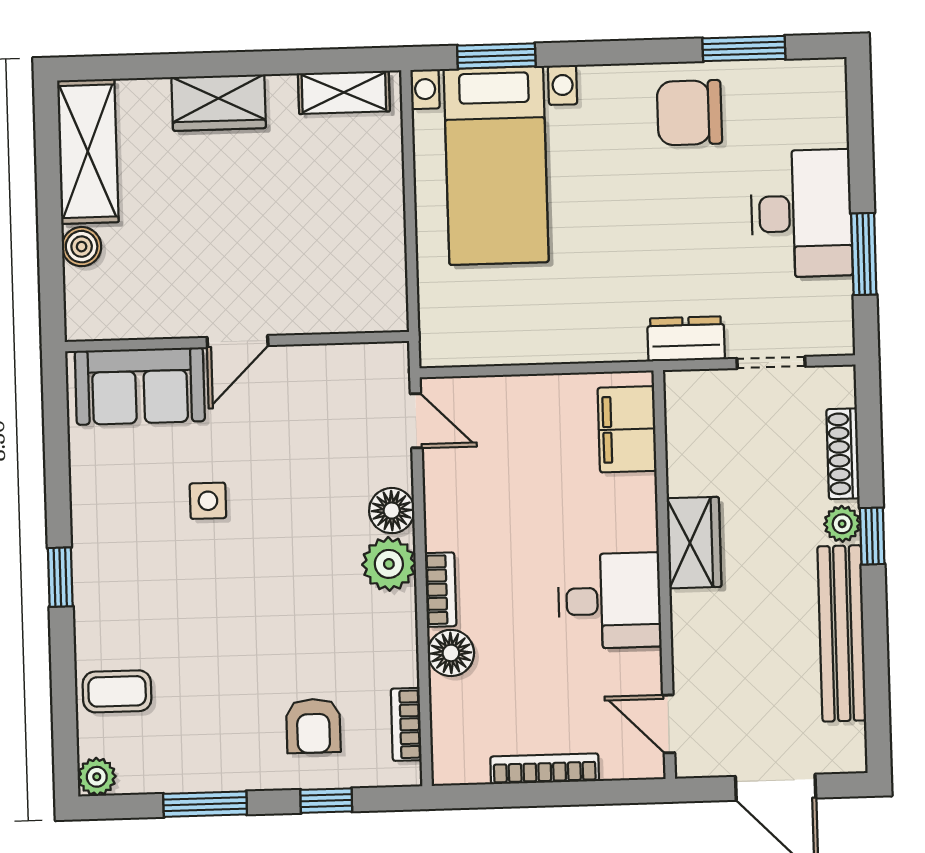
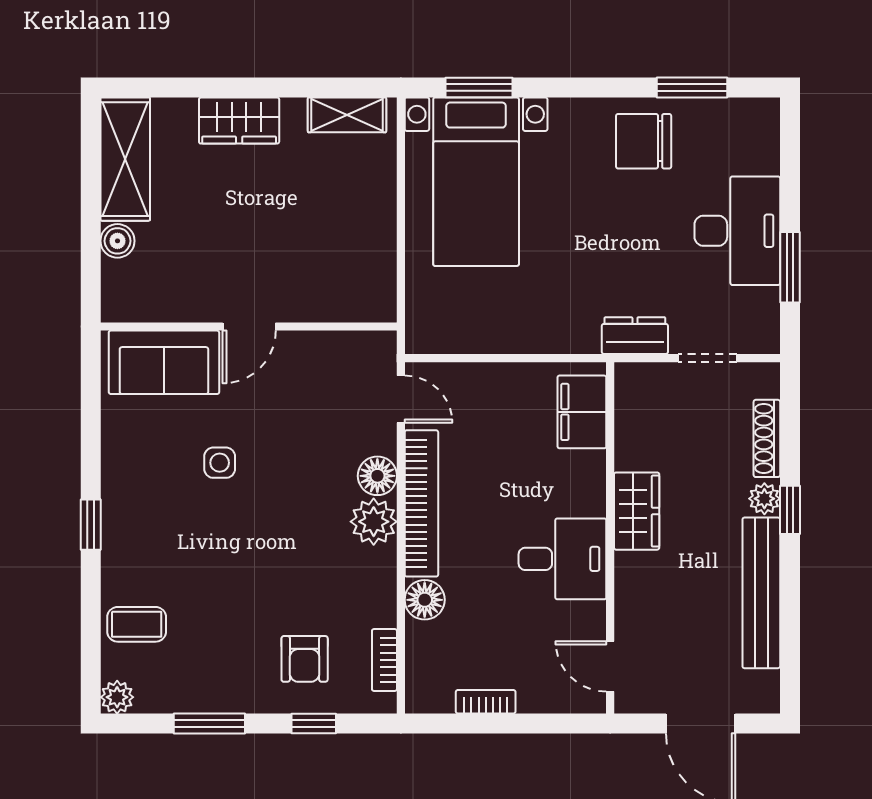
bookcase: (441, 590) -> (421, 503), width x2.31, depth x1.31
bookcase: (545, 769) -> (486, 702), width x0.64

